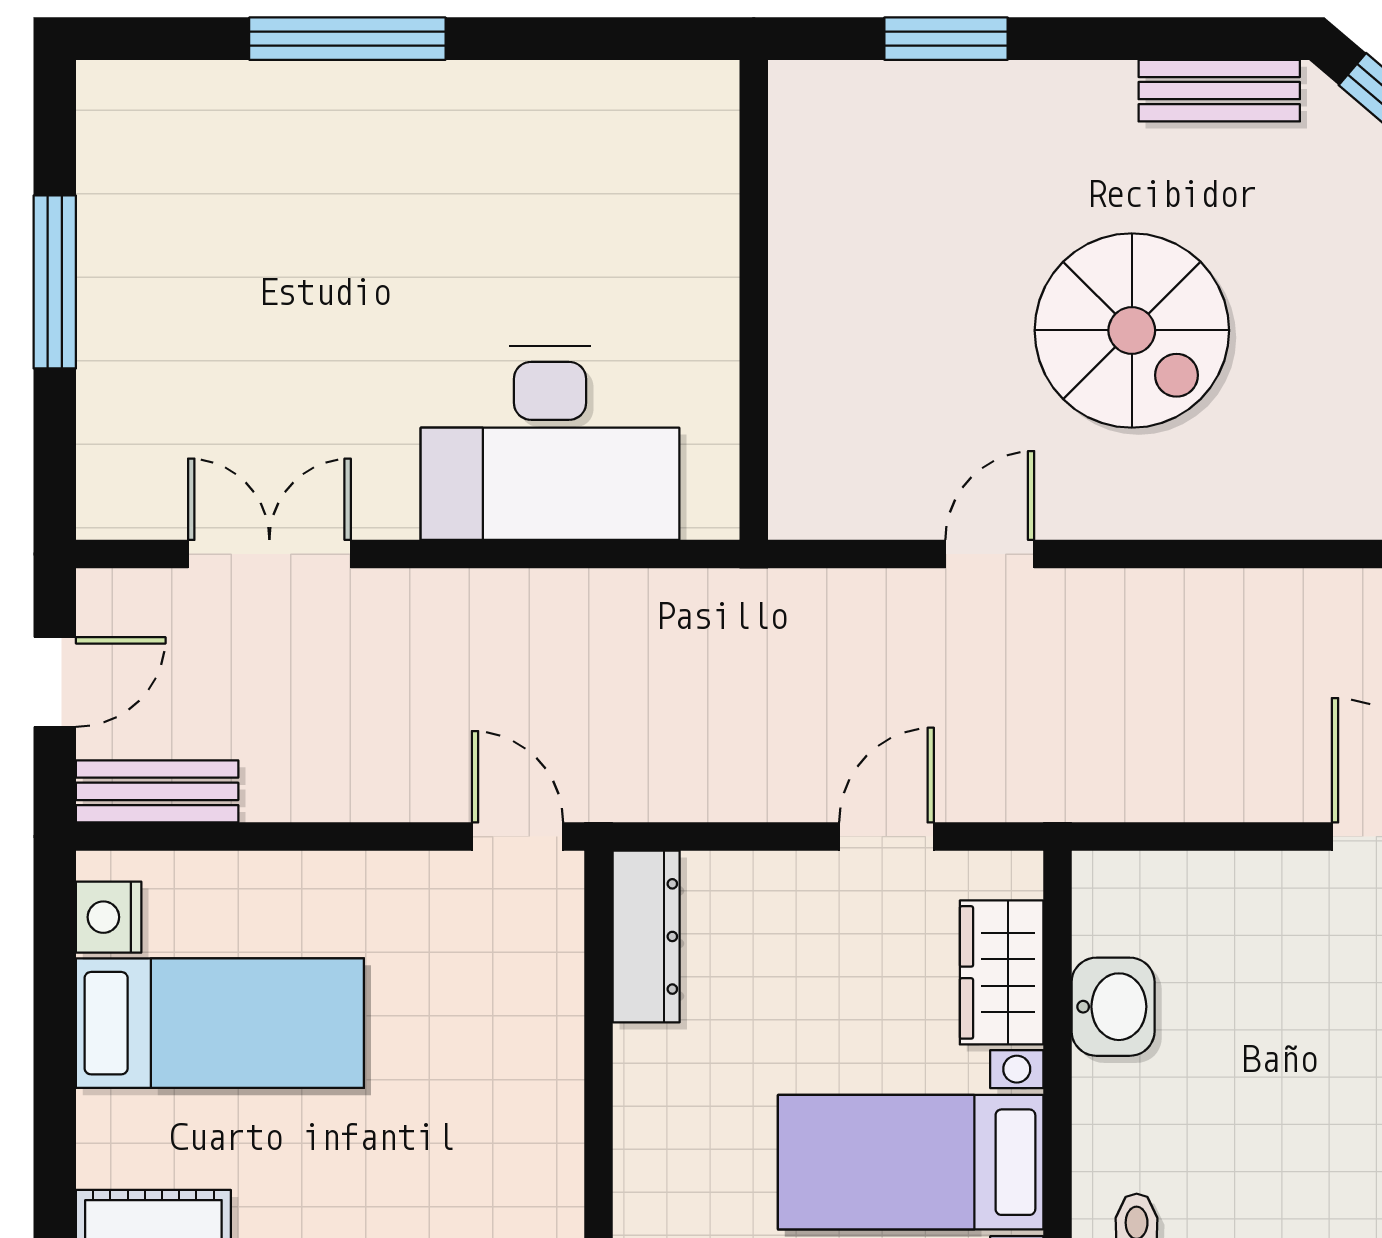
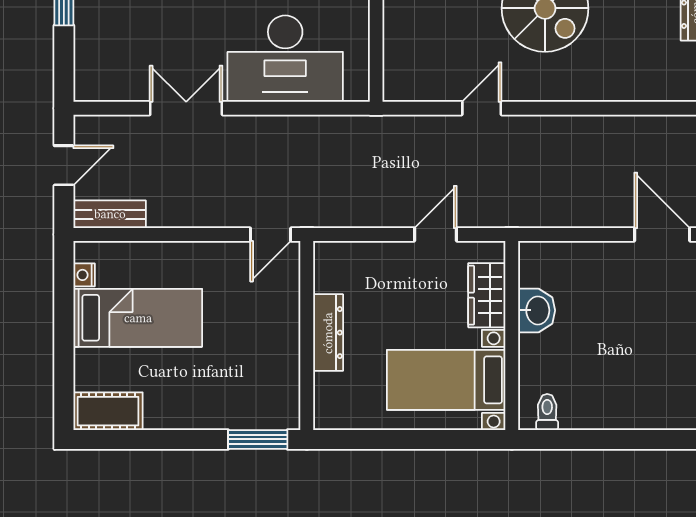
double door: (269, 554) -> (186, 108), moved
door: (517, 837) -> (271, 234), swing flipped
nightstand: (109, 917) -> (84, 275), width x0.72, depth x0.74
dresser: (646, 936) -> (328, 333), moved

